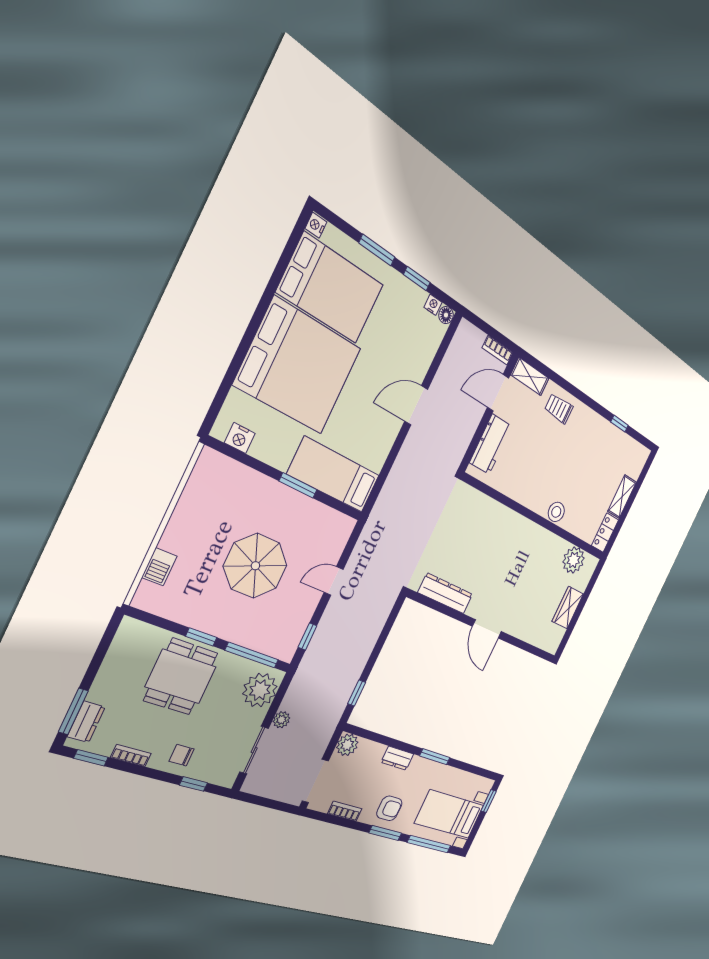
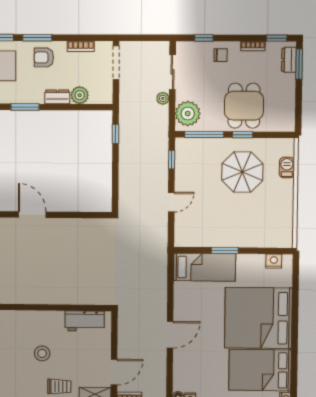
workbench: (491, 444) -> (85, 321), moved, turned -90
stool: (556, 512) -> (42, 353), moved
parasol: (255, 566) -> (242, 172), moved
dresser: (445, 593) -> (82, 226), removed
plant: (347, 745) -> (80, 95), moved

